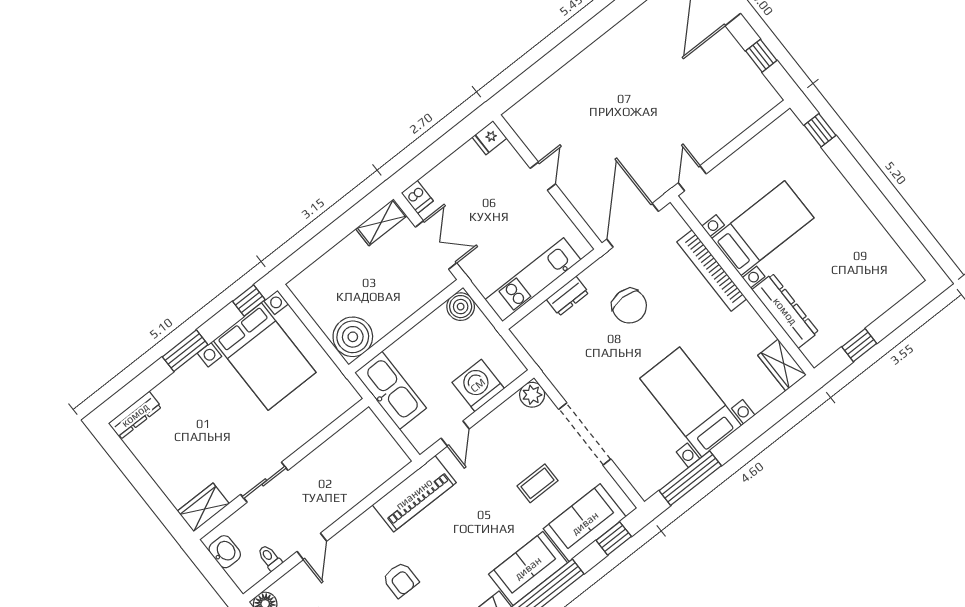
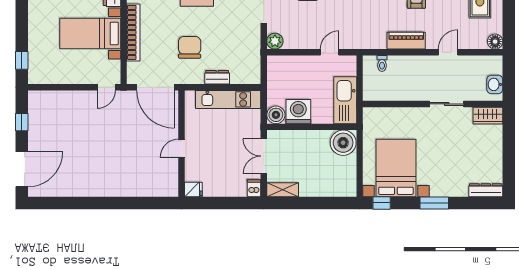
door: (633, 225) -> (155, 87), hinge flipped
washing machine: (478, 385) -> (298, 112), moved, turned 180
piano: (414, 494) -> (406, 41), moved, width x0.73, depth x0.75
toilet: (270, 558) -> (382, 63), moved

